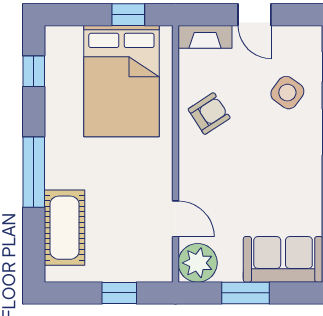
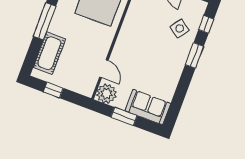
armchair: (209, 114) -> (139, 25), removed
window: (119, 293) -> (53, 90), moved

